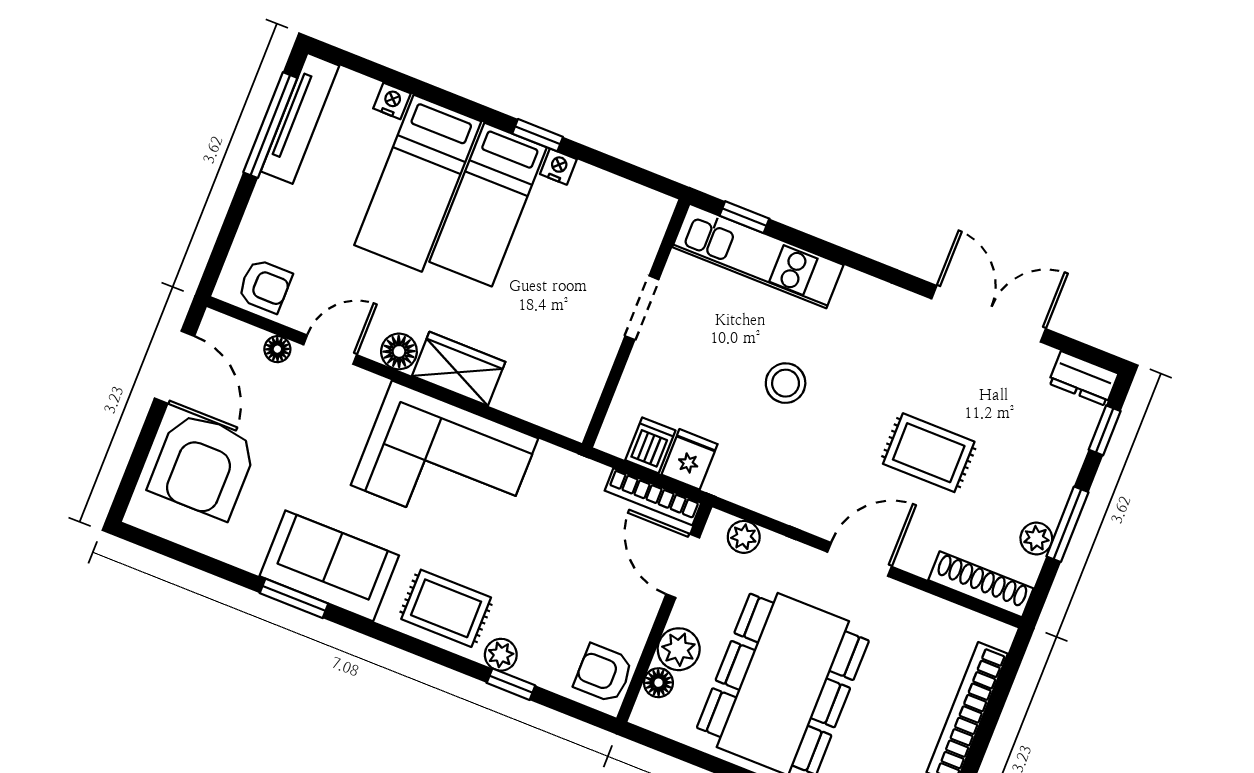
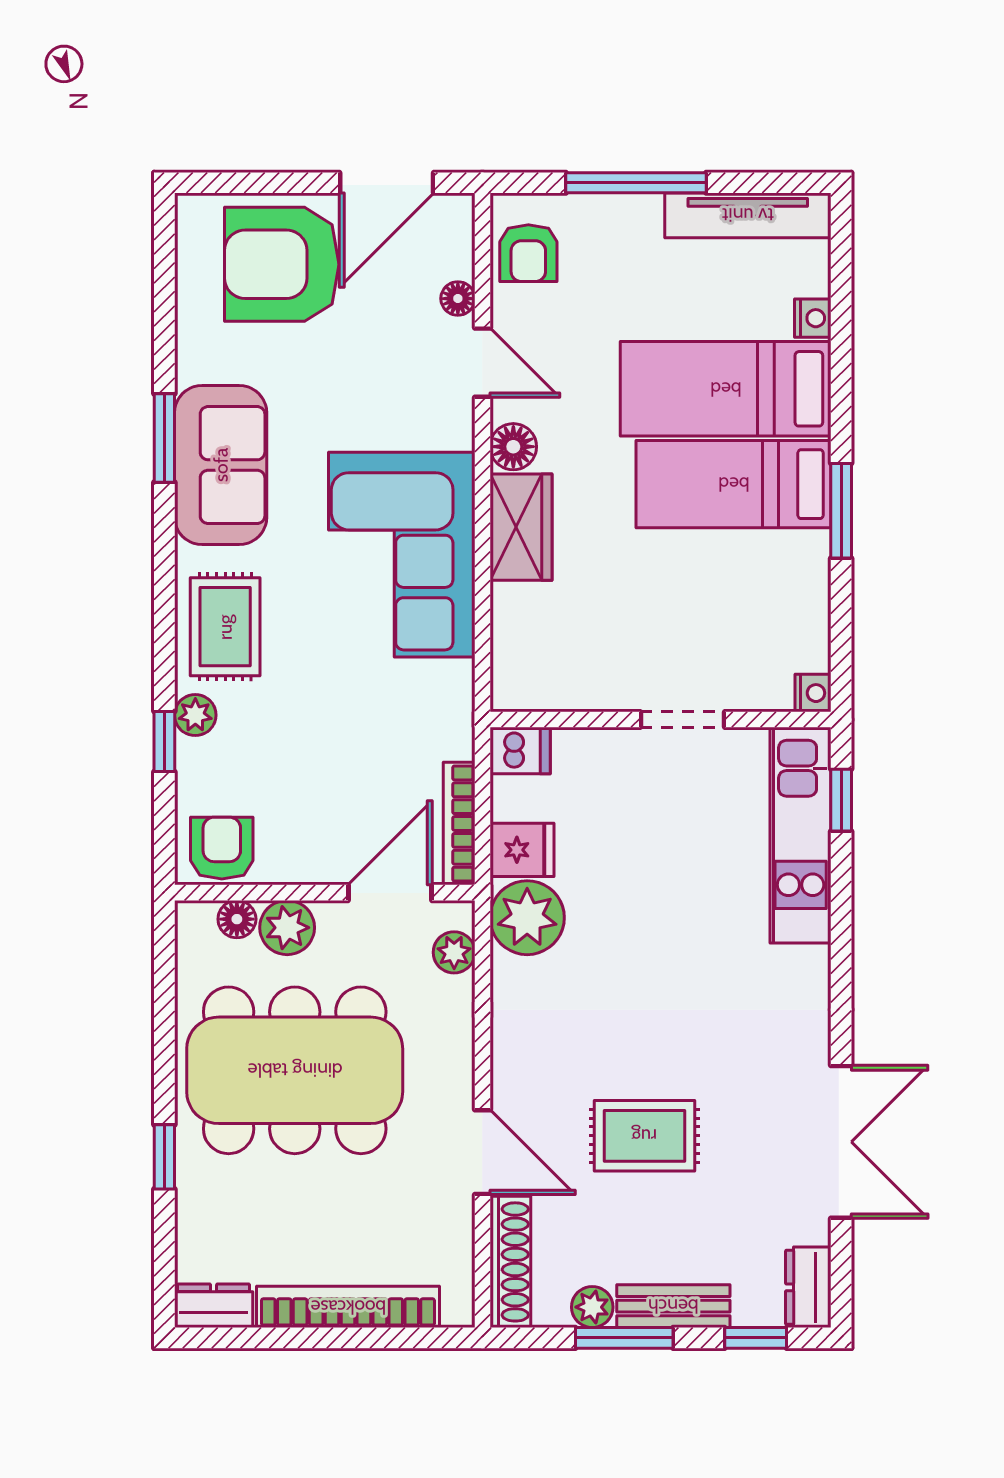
window: (270, 125) -> (636, 183), moved
window: (538, 135) -> (841, 511), width x1.50
nightstand: (558, 167) -> (813, 693), moved
stool: (786, 383) -> (660, 929), removed
dishwasher: (650, 445) -> (520, 751), moved
rug: (929, 453) -> (644, 1136), turned 90
plant: (740, 475) -> (527, 918), added
bench: (1059, 480) -> (673, 1306), added
door: (859, 559) -> (482, 1152), moved

